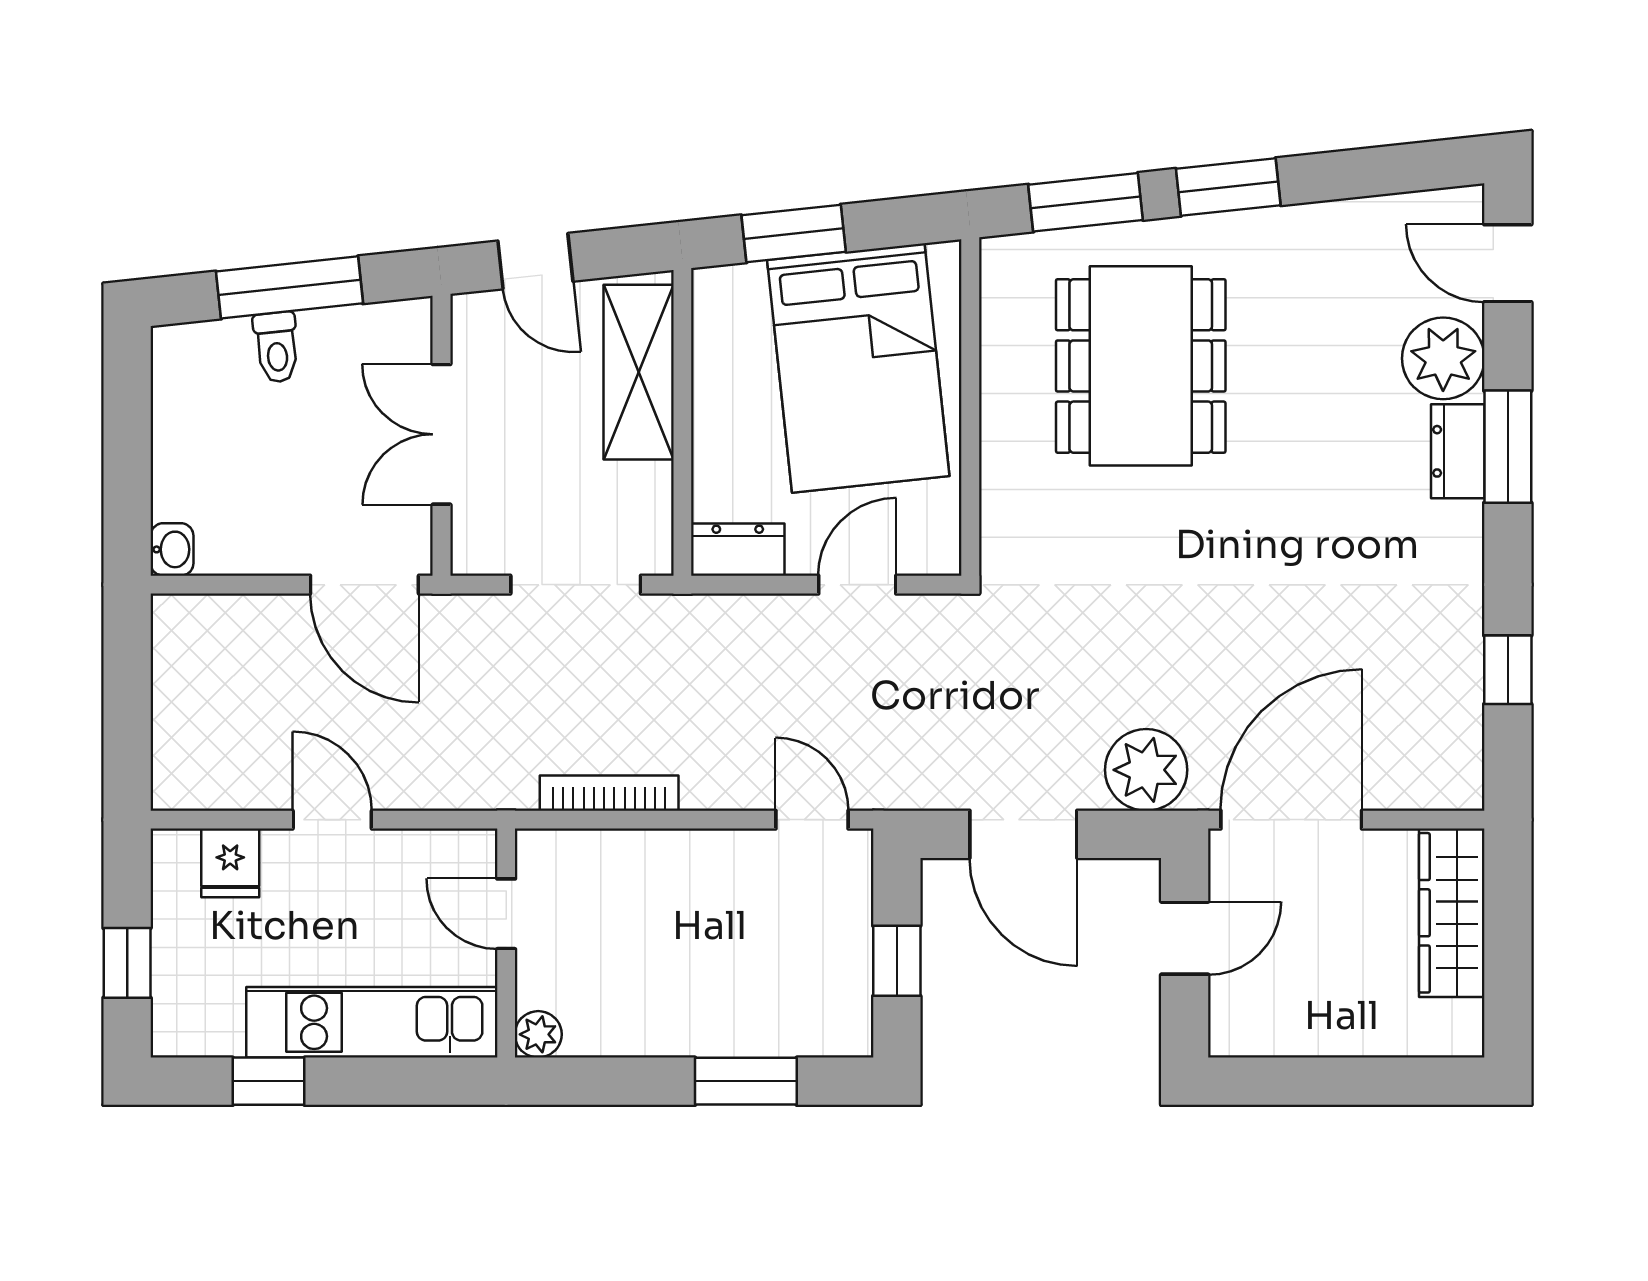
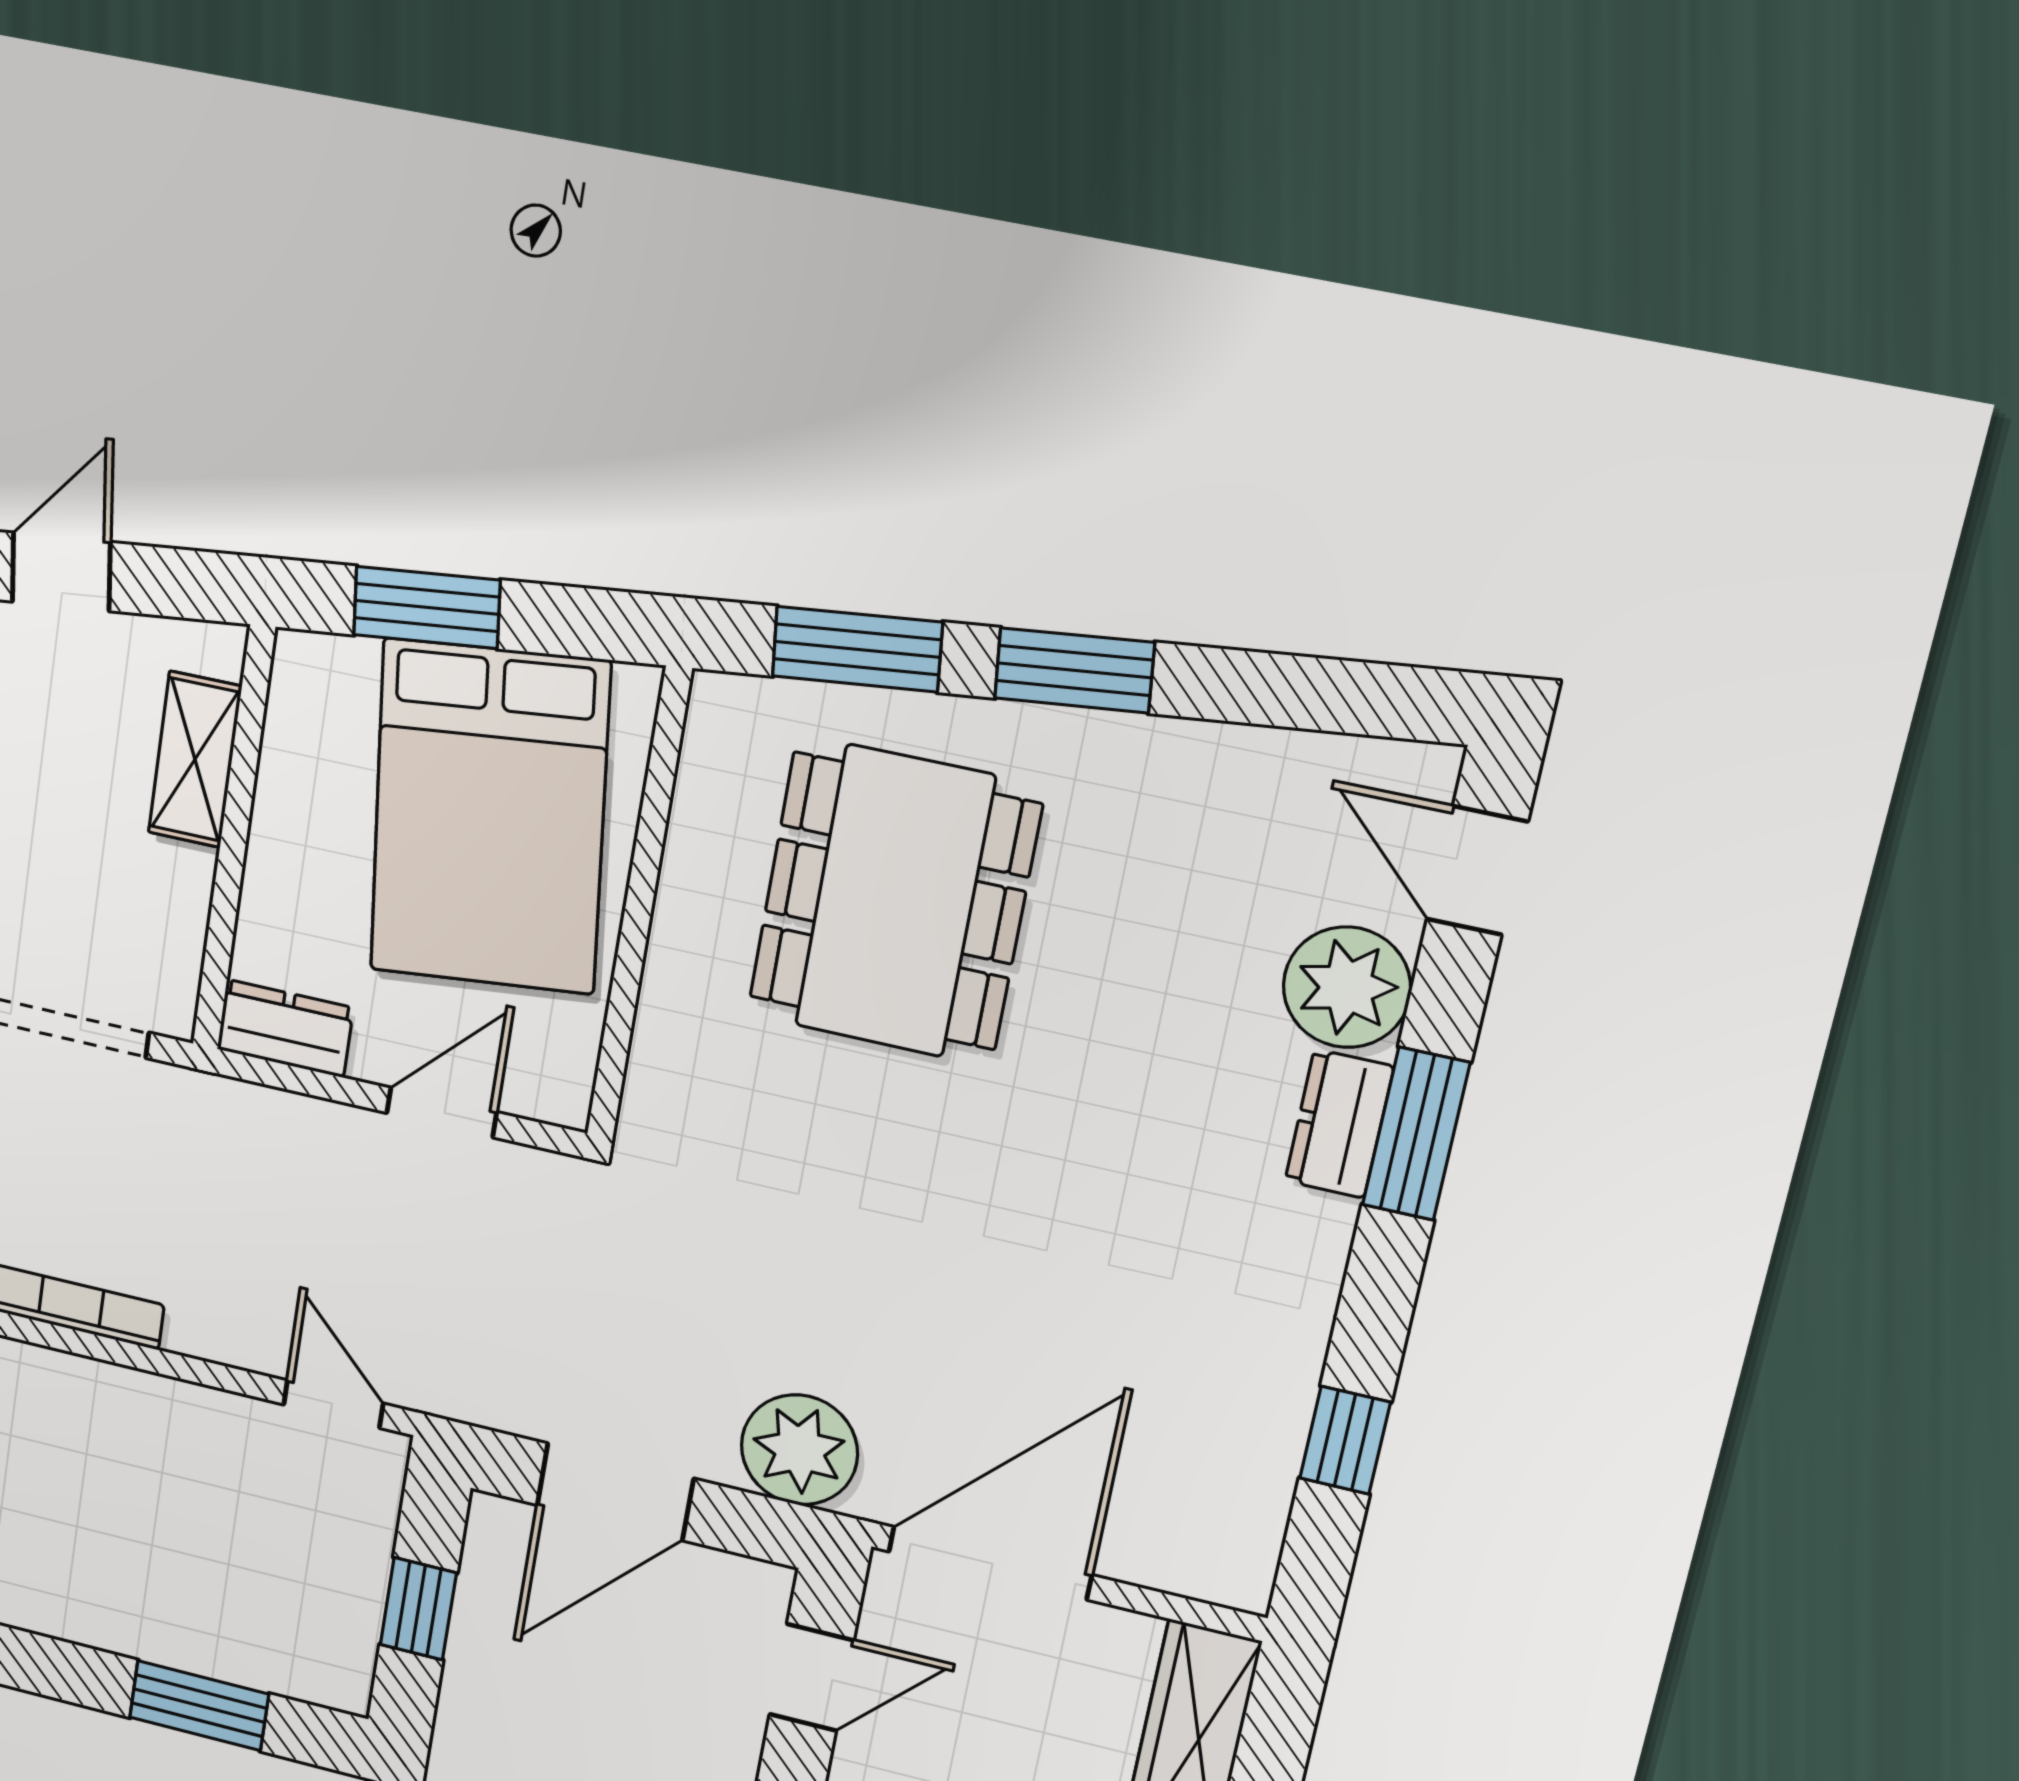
door: (535, 261) -> (61, 572), swing flipped
shelving: (639, 372) -> (195, 760), width x0.67, depth x0.75
door: (1023, 834) -> (615, 1492), hinge flipped

